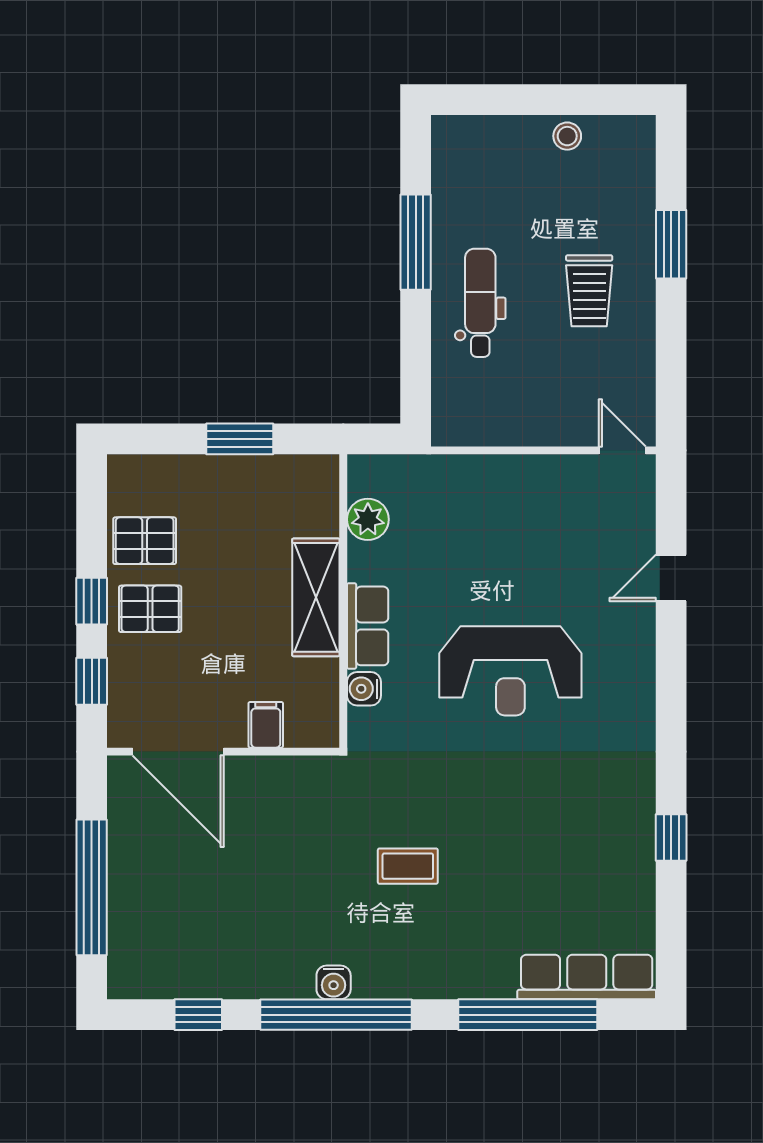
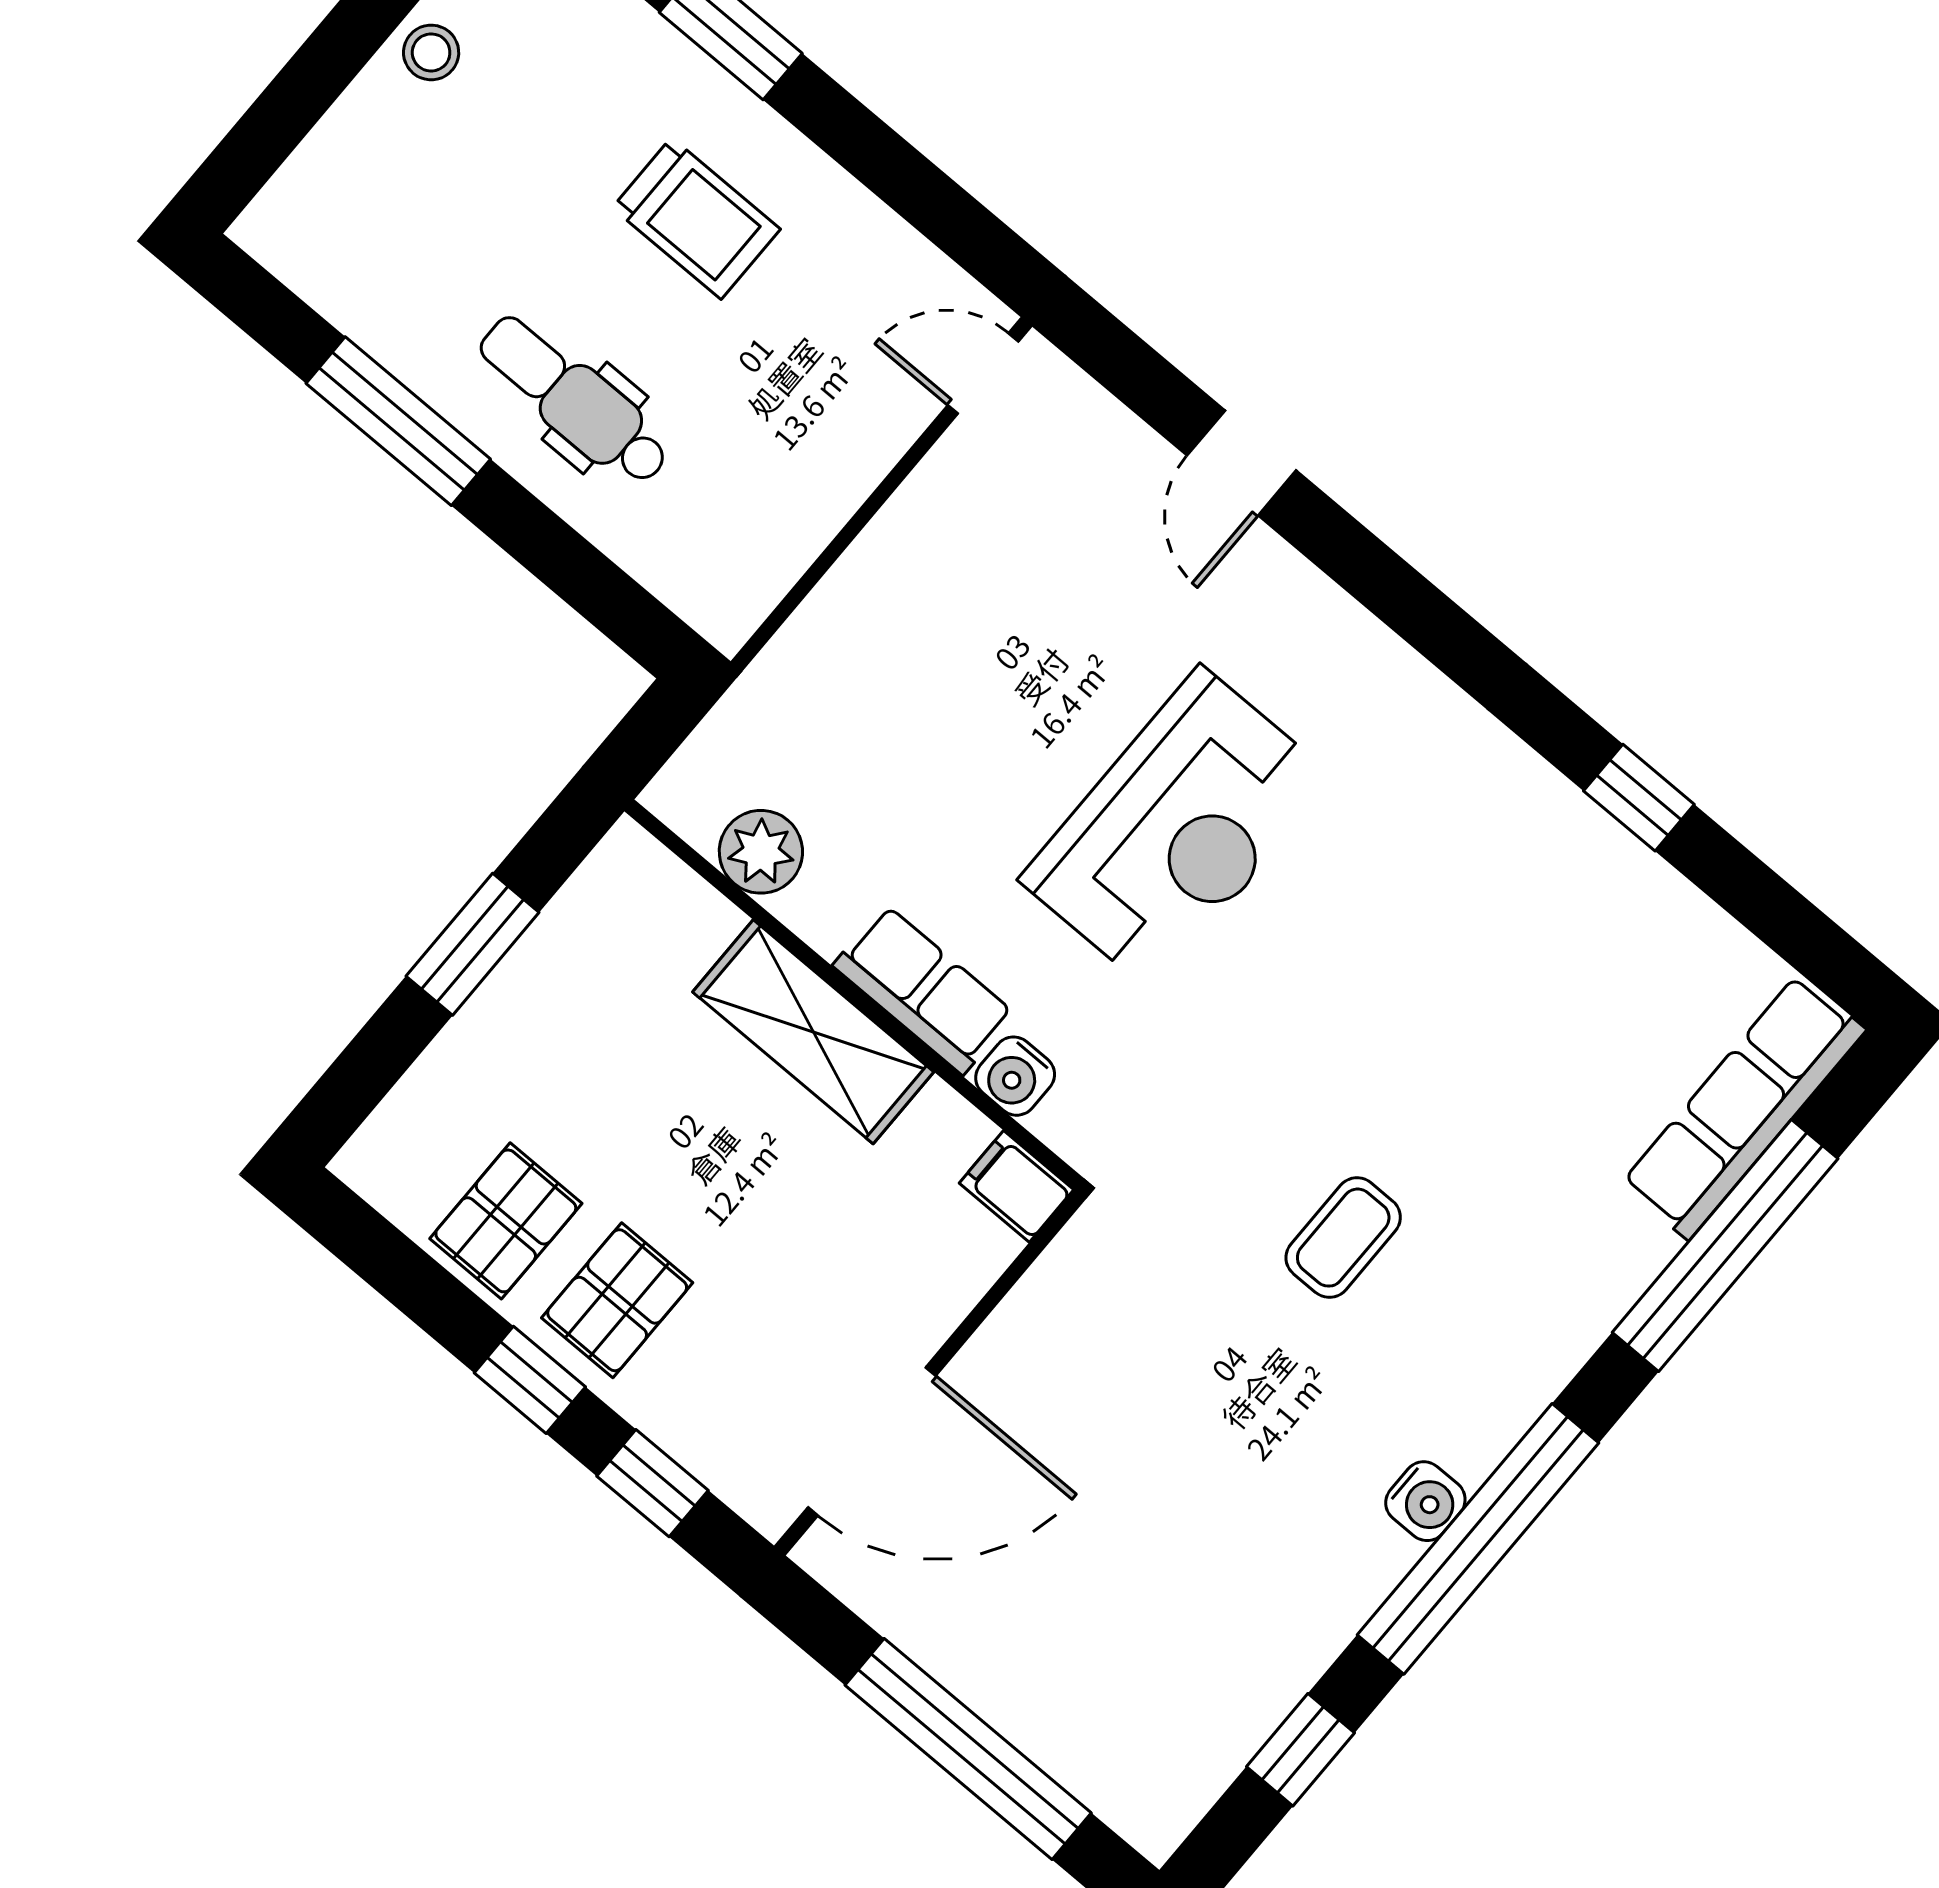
filing cabinet: (266, 725) -> (1017, 1186), moved

